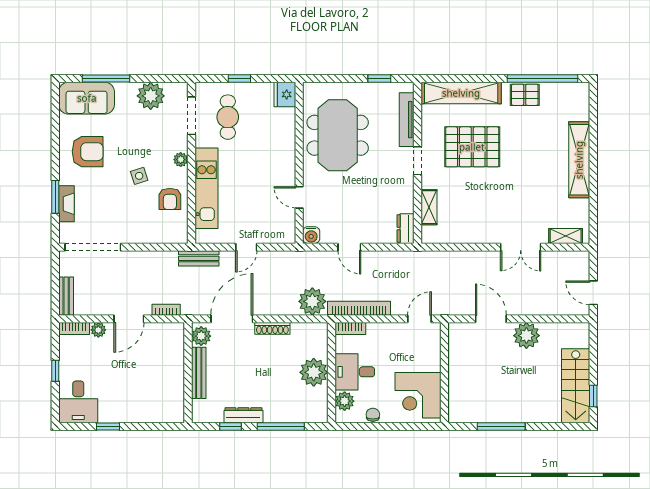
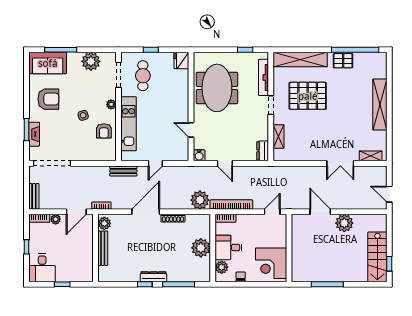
plant: (201, 336) -> (104, 223), moved
wall: (188, 373) -> (95, 248), moved
bench: (199, 373) -> (103, 248), moved

